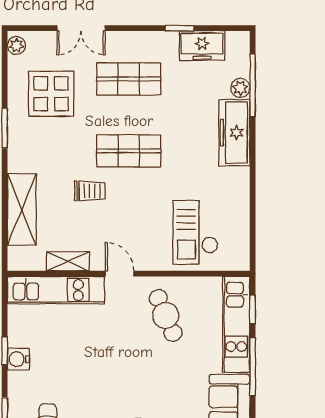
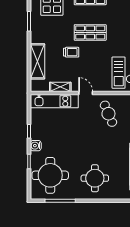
water cooler: (18, 359) -> (36, 146), moved

